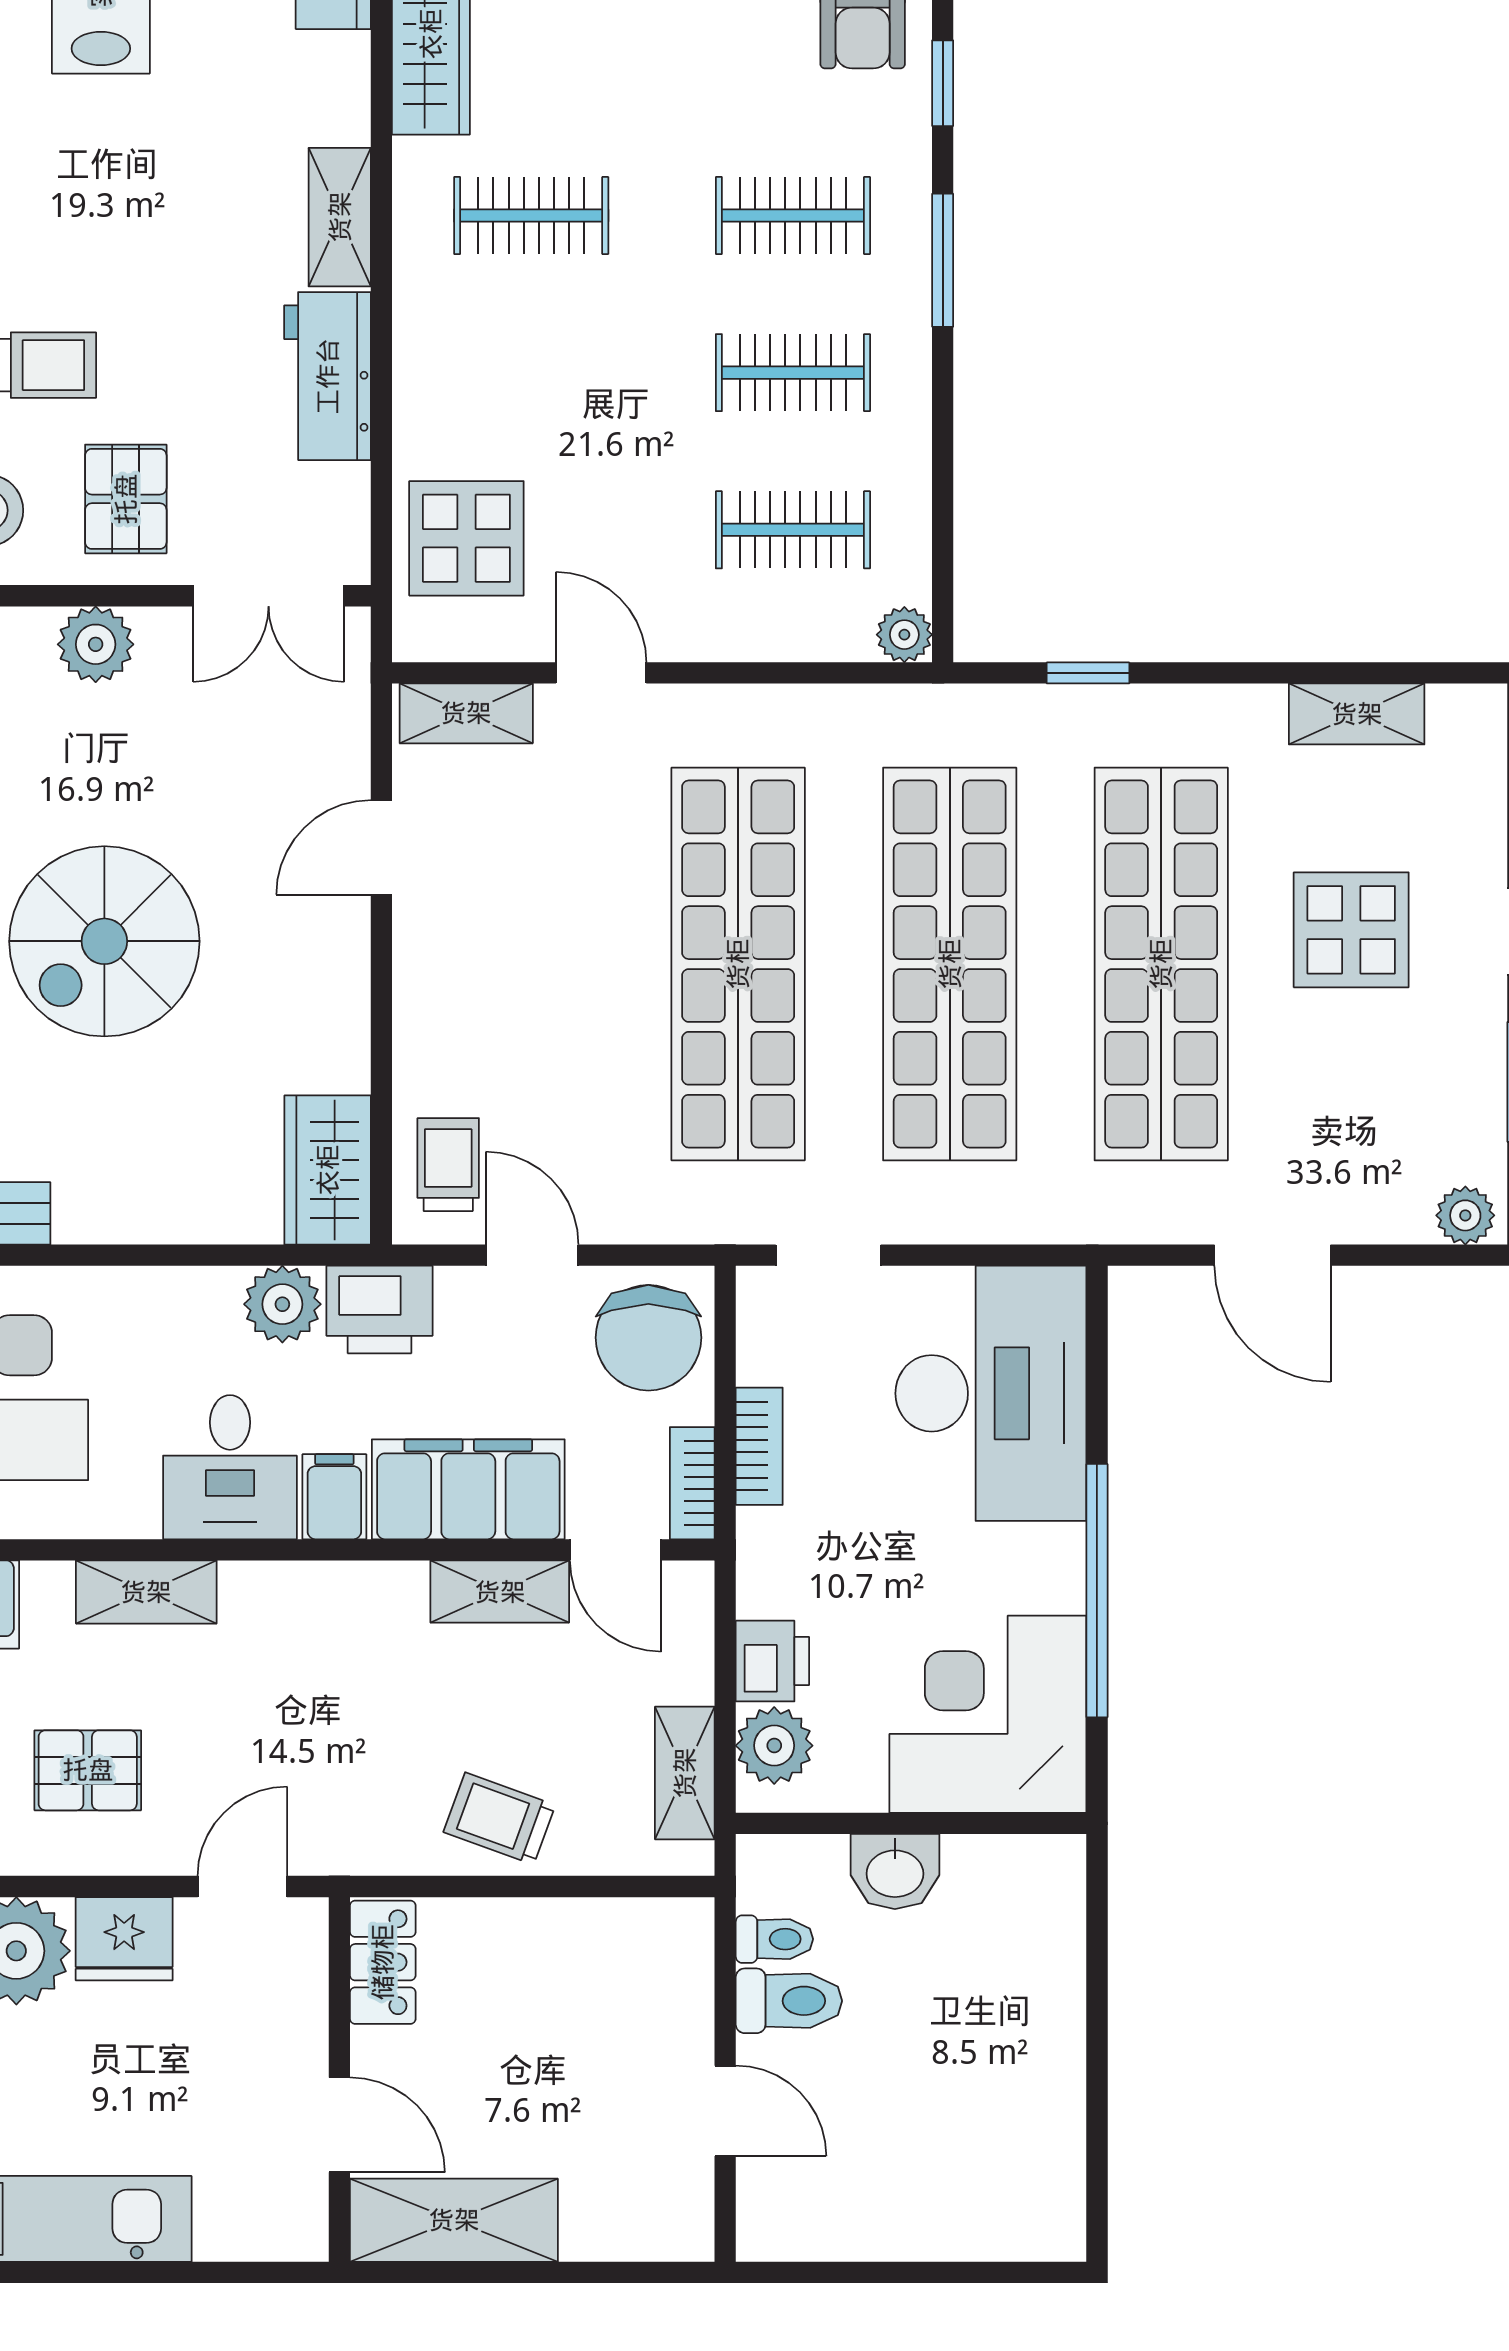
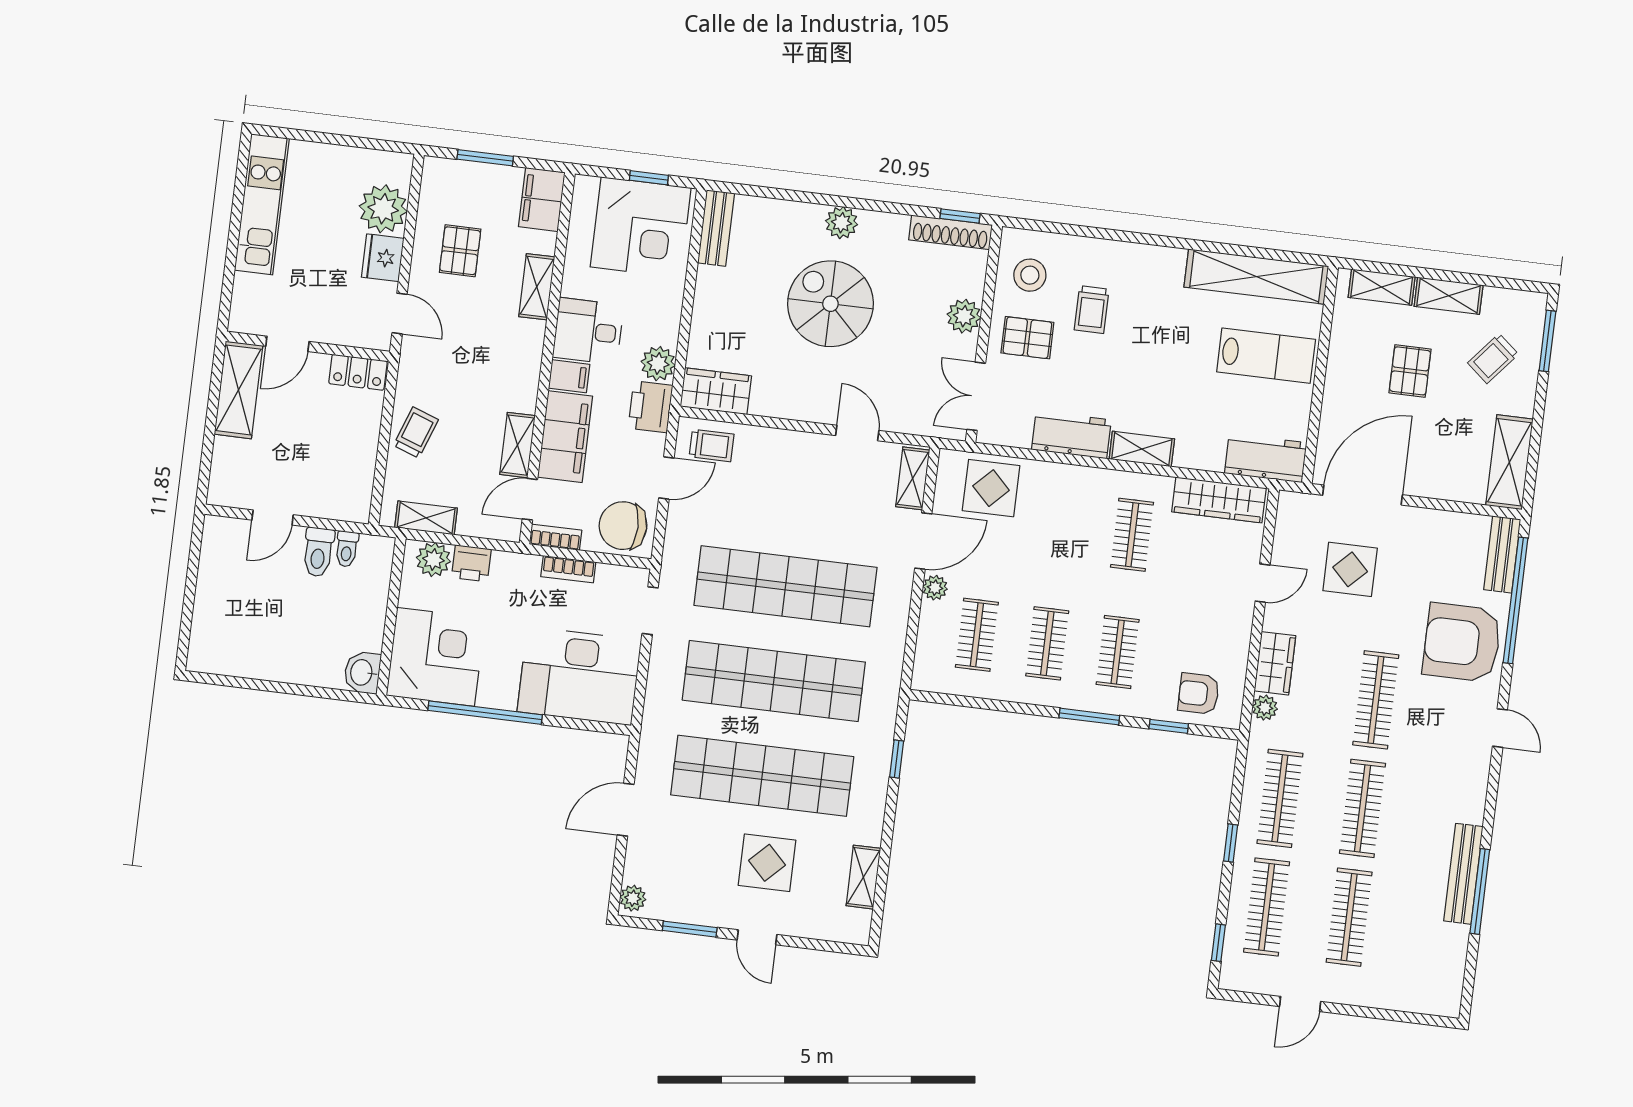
plant: (904, 635) -> (935, 588), moved
door: (601, 673) -> (923, 541), width x1.38
washbasin: (895, 1871) -> (362, 673), moved

